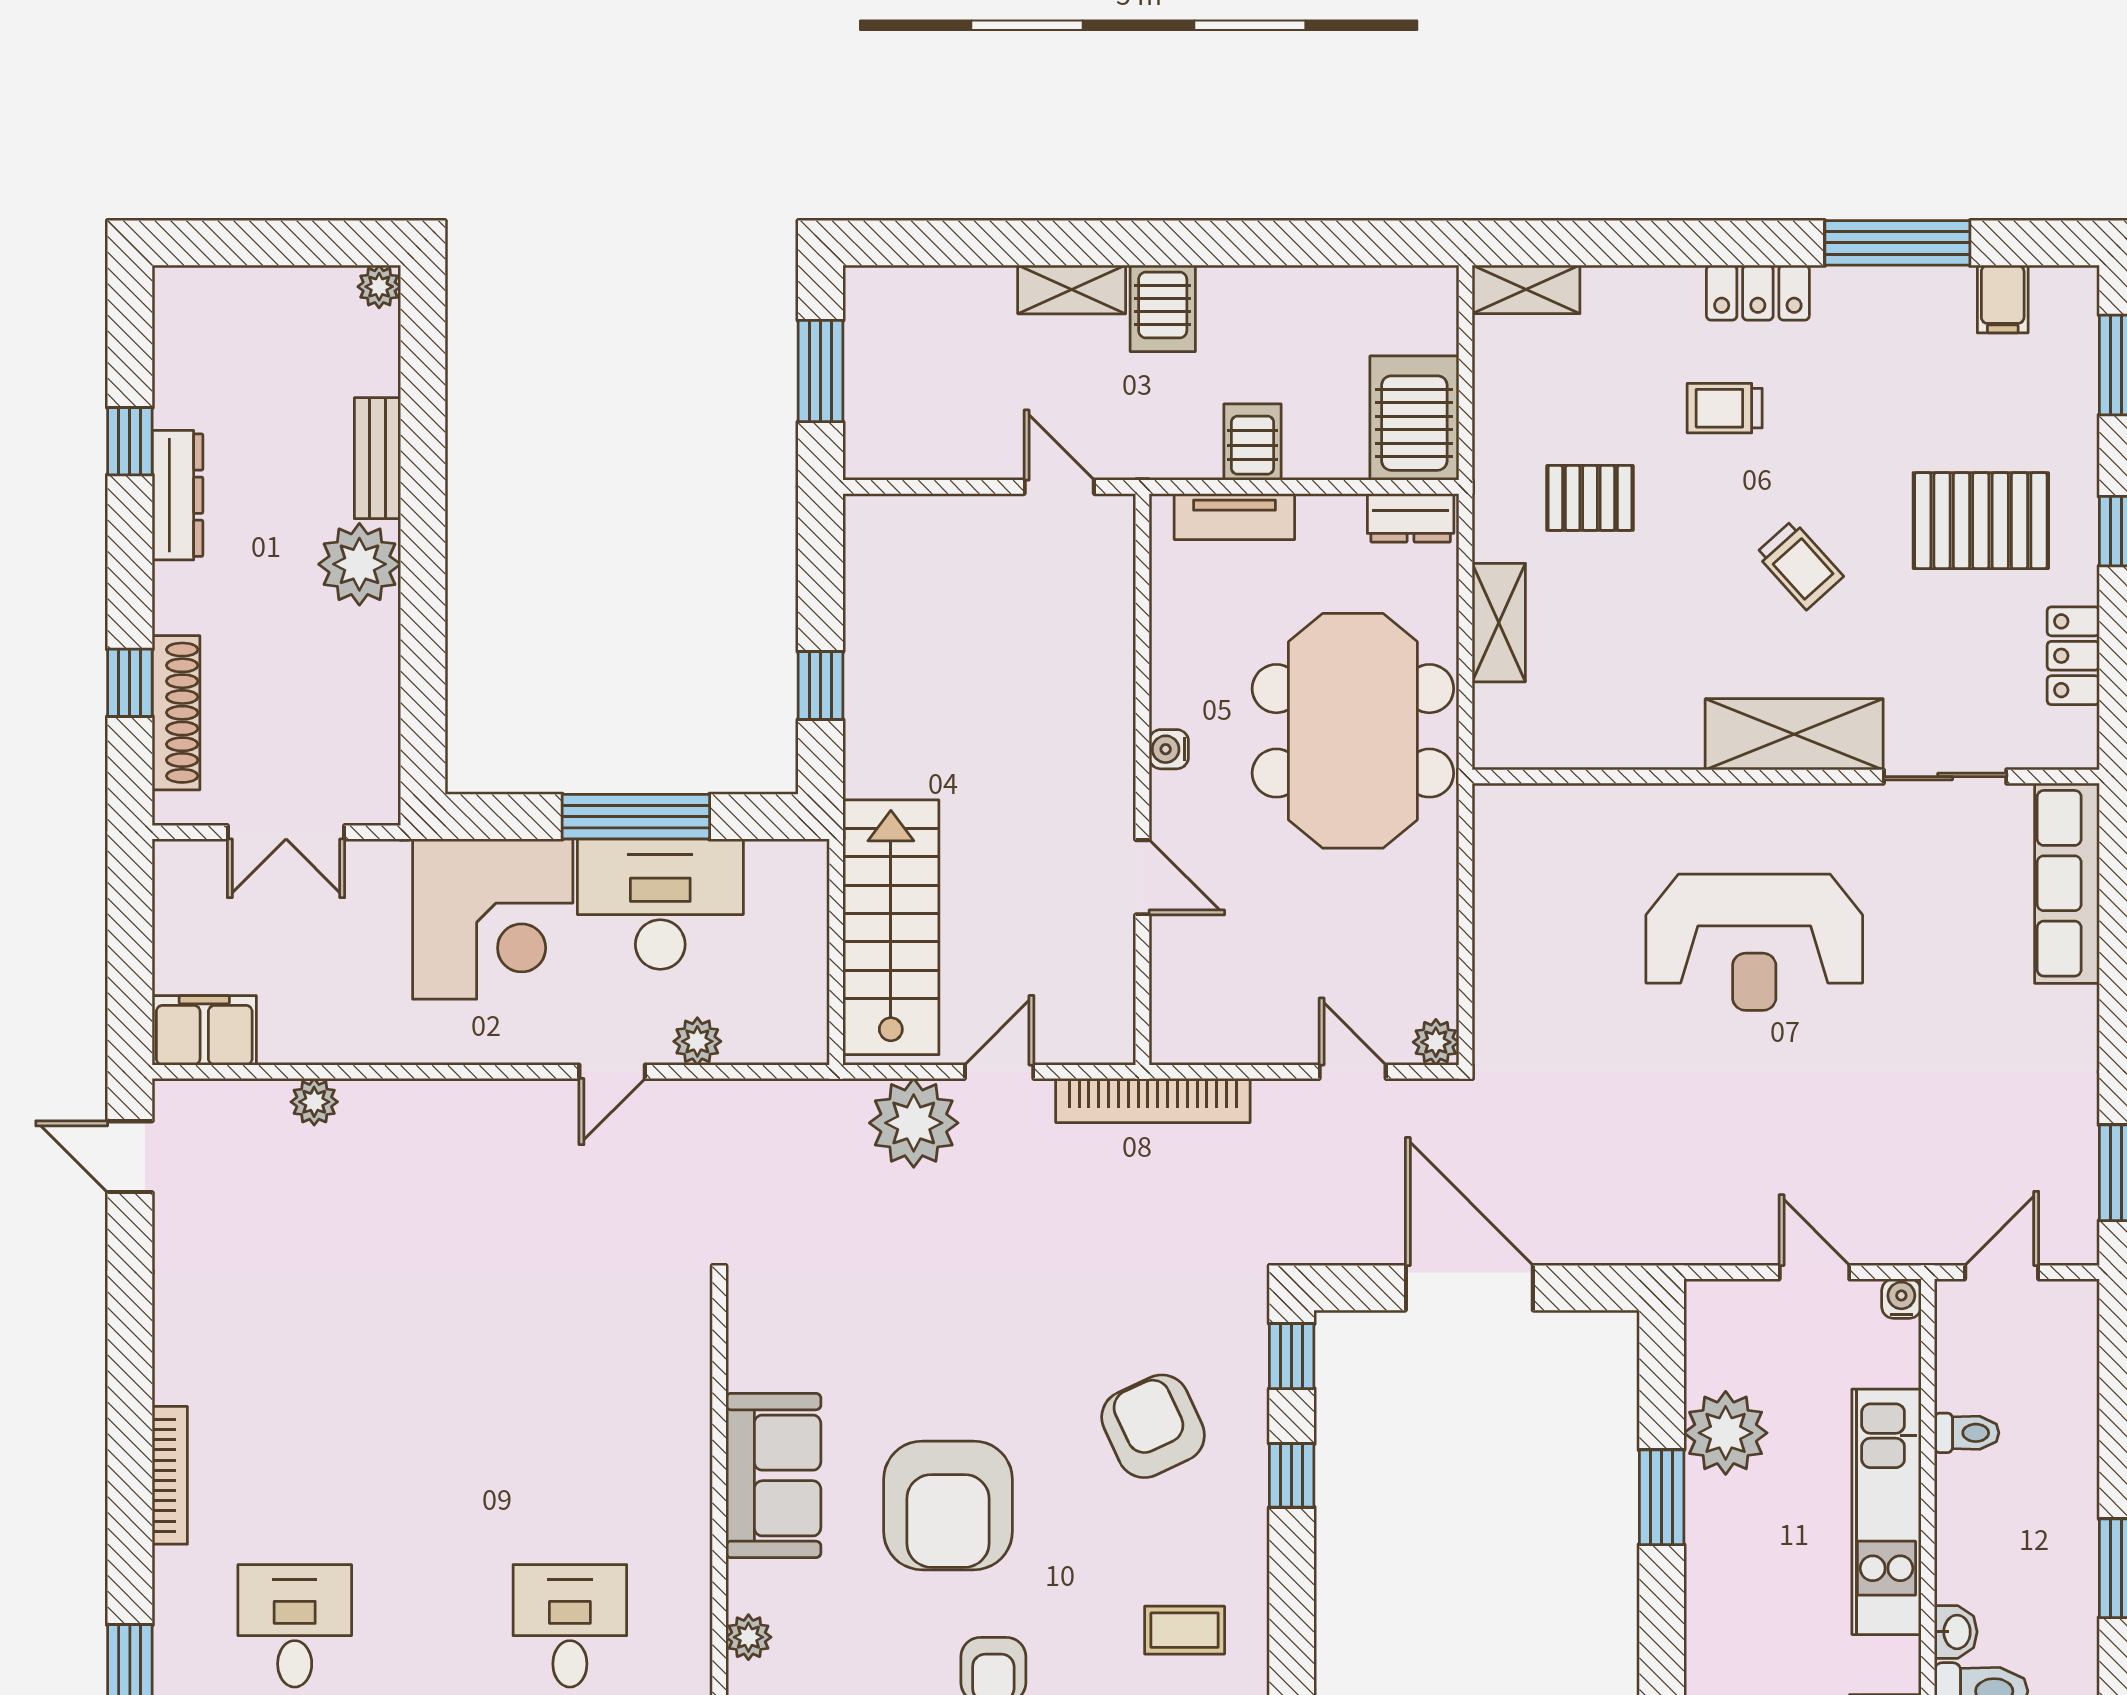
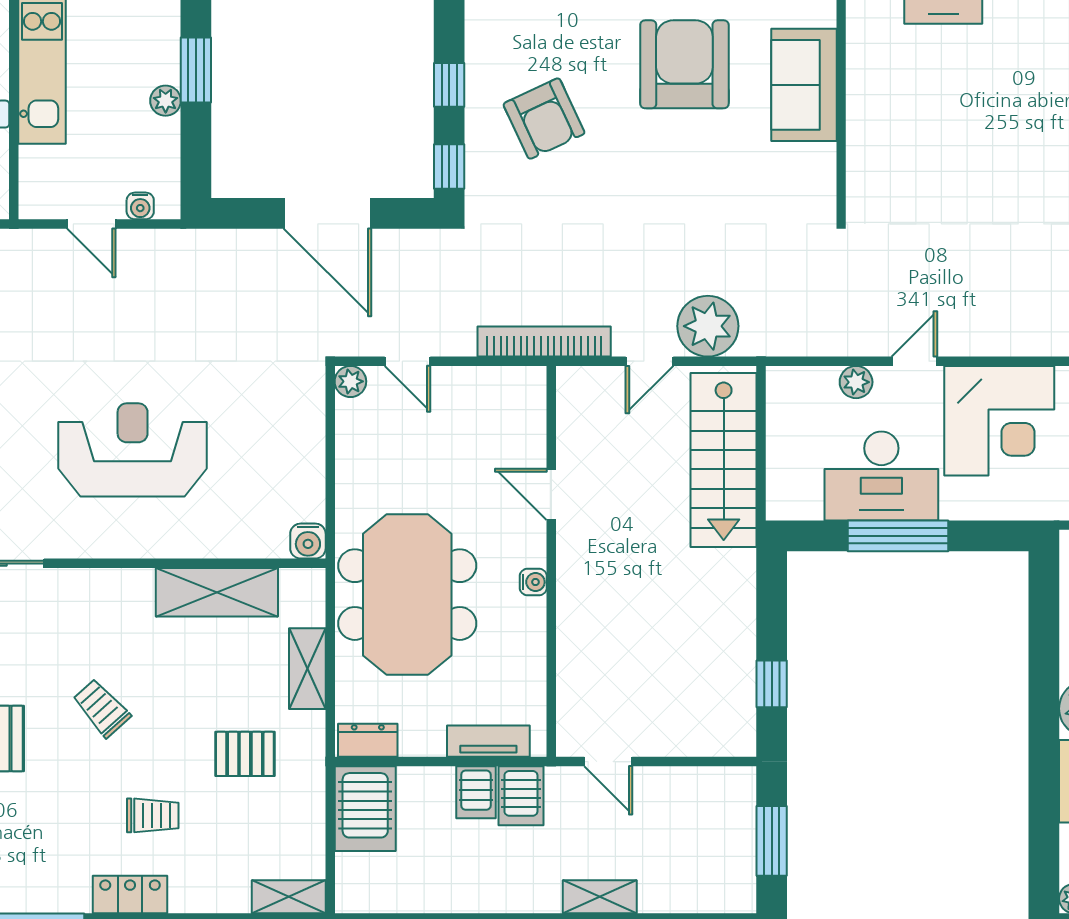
server rack: (1163, 308) -> (521, 796), moved, turned 180
window: (820, 686) -> (772, 684), moved
shelving: (1794, 734) -> (217, 592), moved
water cooler: (1498, 809) -> (308, 541), added
corner desk: (493, 919) -> (999, 421), moved, turned 180
water cooler: (1901, 1299) -> (140, 206), moved
plant: (1726, 1433) -> (166, 101), width x0.53, depth x0.53

